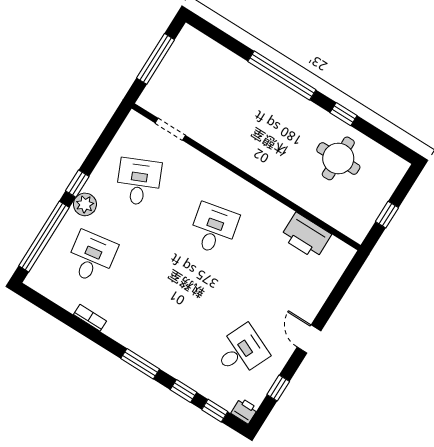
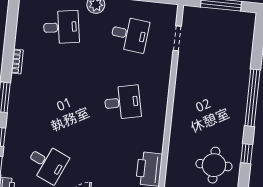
desk: (139, 182) -> (130, 34), turned 30
bookcase: (90, 318) -> (17, 61), moved

